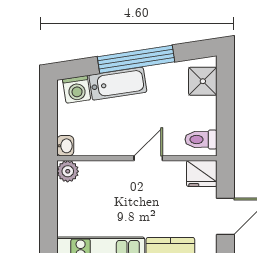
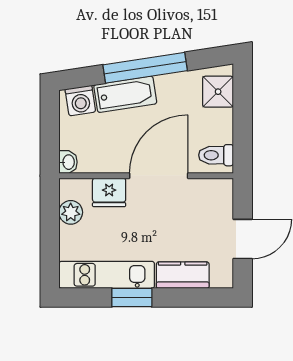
door: (148, 158) -> (159, 176), width x1.87
plant: (68, 171) -> (71, 212), moved
fridge: (202, 174) -> (109, 192), moved

